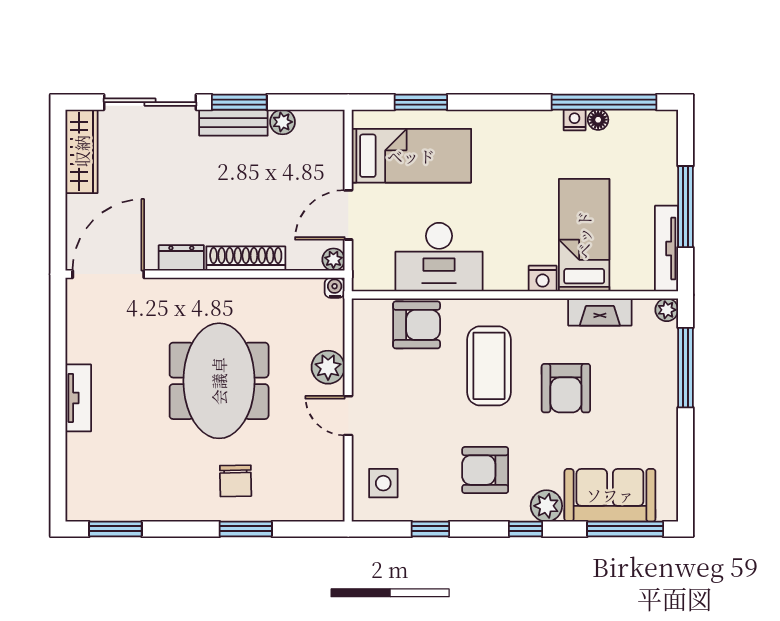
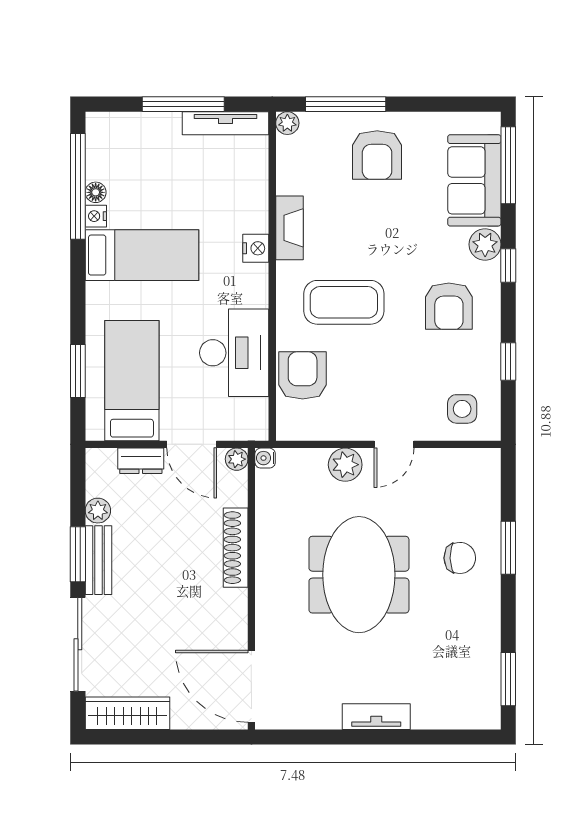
bed: (584, 235) -> (142, 255), moved, turned 180
dresser: (181, 258) -> (141, 461), moved, turned -90
fireplace: (600, 312) -> (289, 228), moved
meeting table: (219, 381) -> (359, 575), turned 90
armchair: (566, 388) -> (377, 155), moved, turned 90

